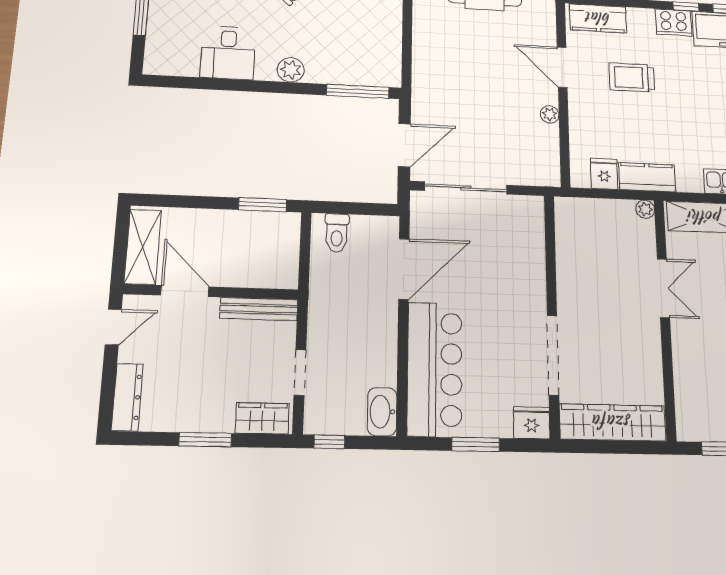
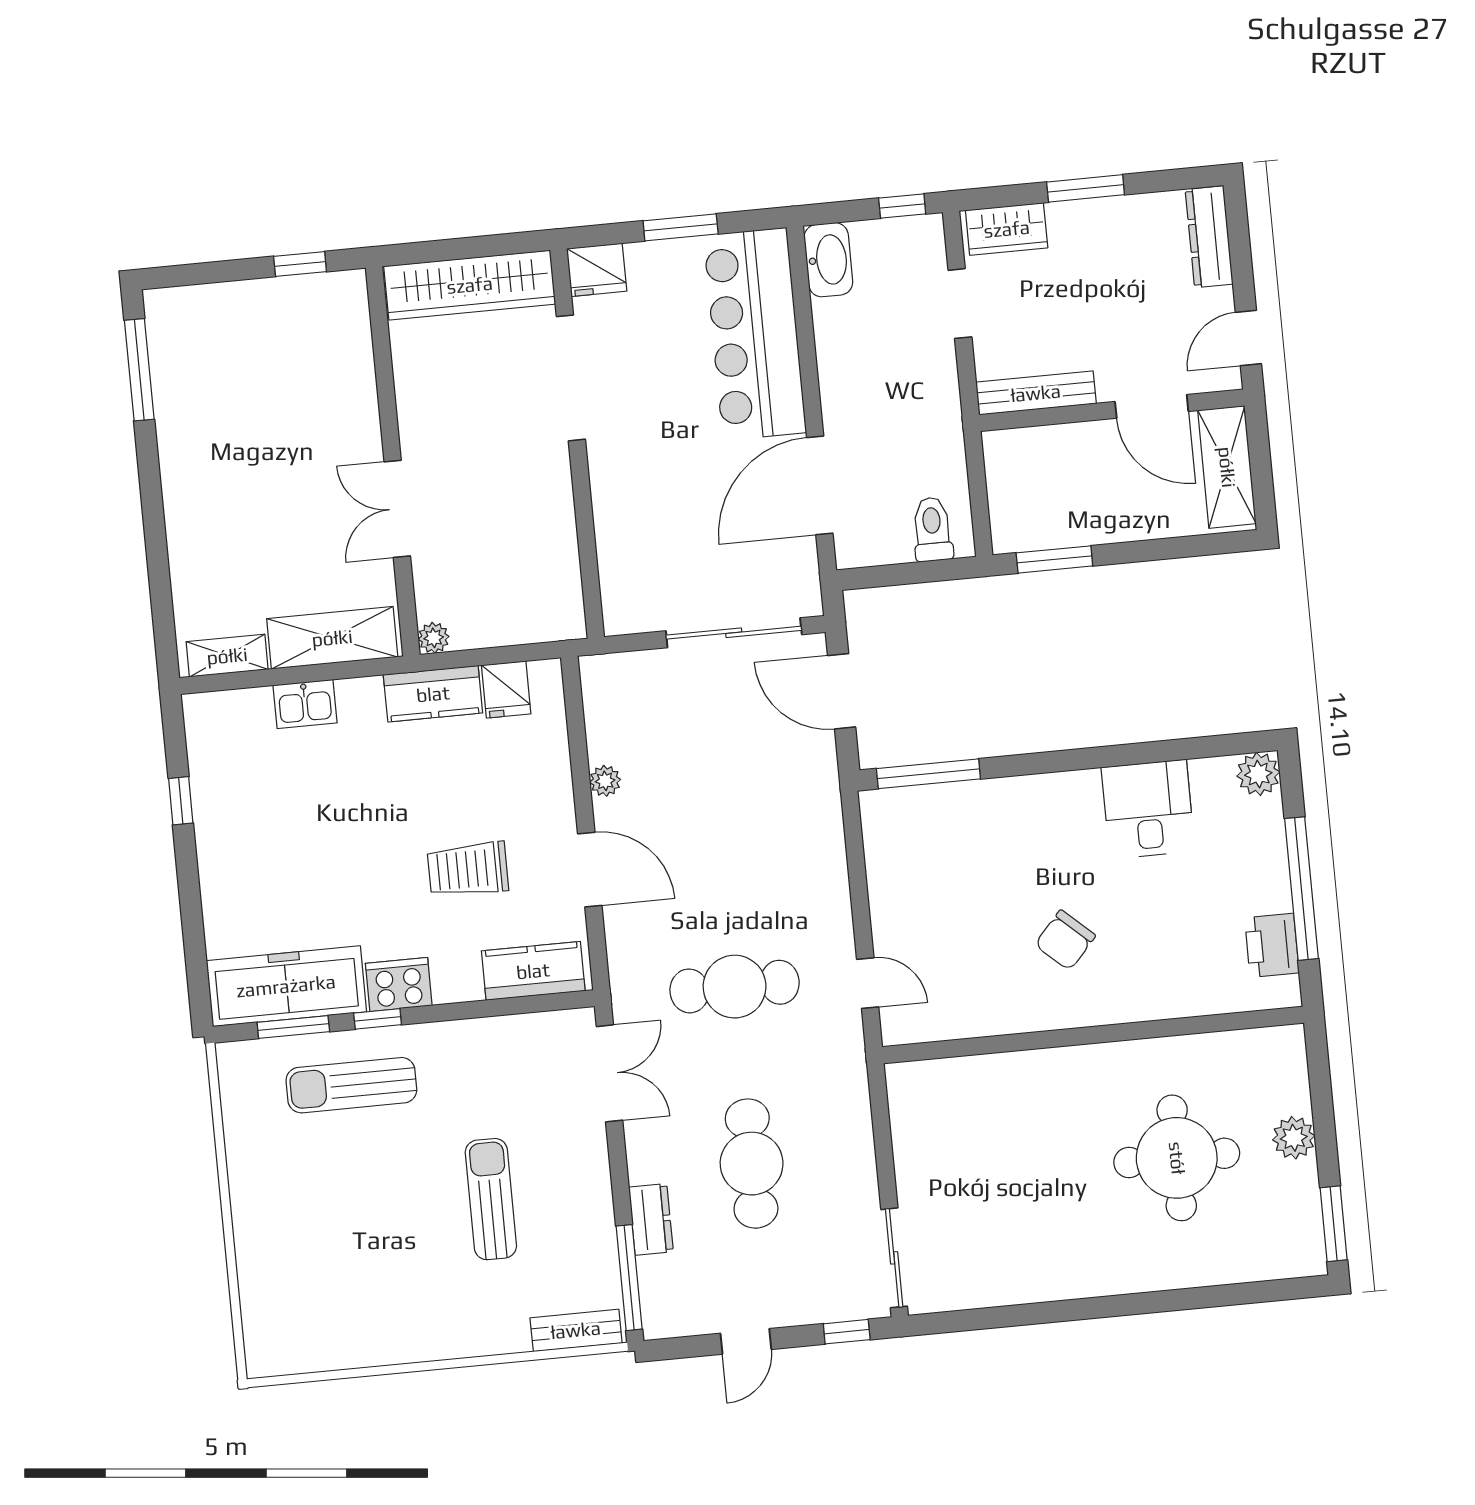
plant: (291, 70) -> (1258, 774), moved
trolley: (632, 77) -> (468, 869), turned 180
door: (404, 145) -> (842, 691), hinge flipped

